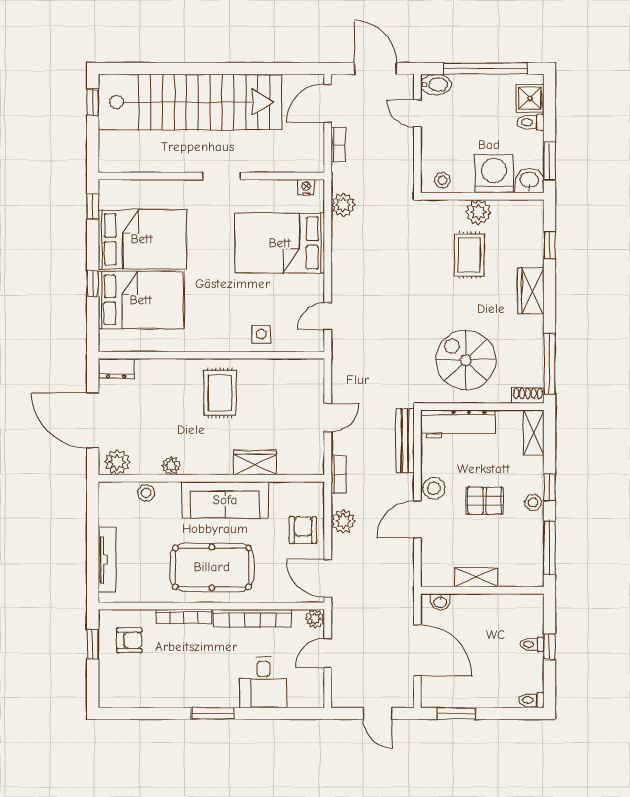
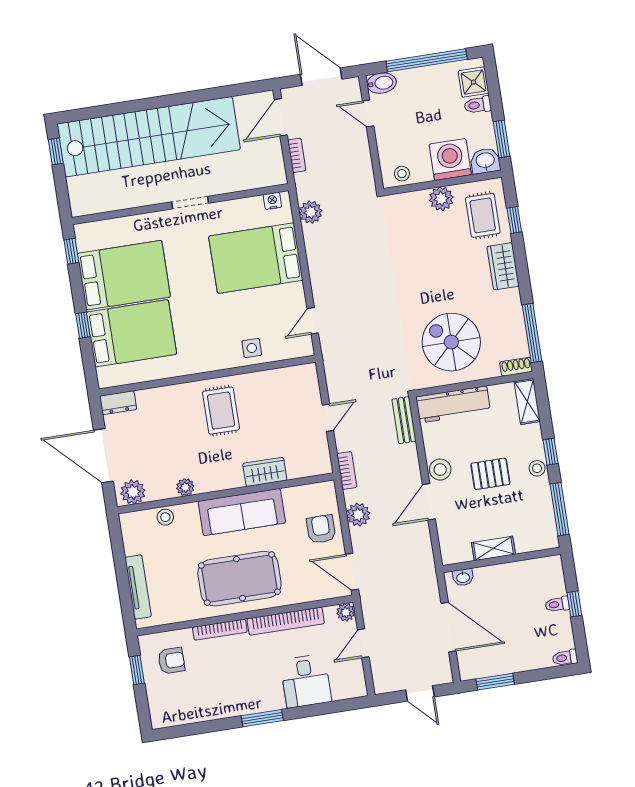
rug: (469, 255) -> (483, 215), moved
bench: (405, 441) -> (404, 420), width x0.73

